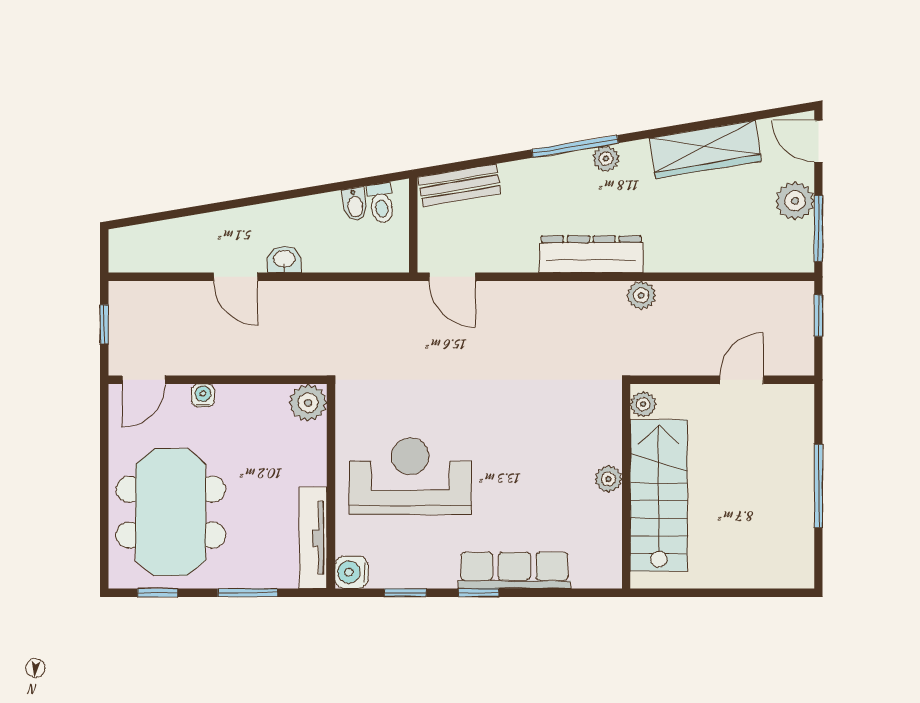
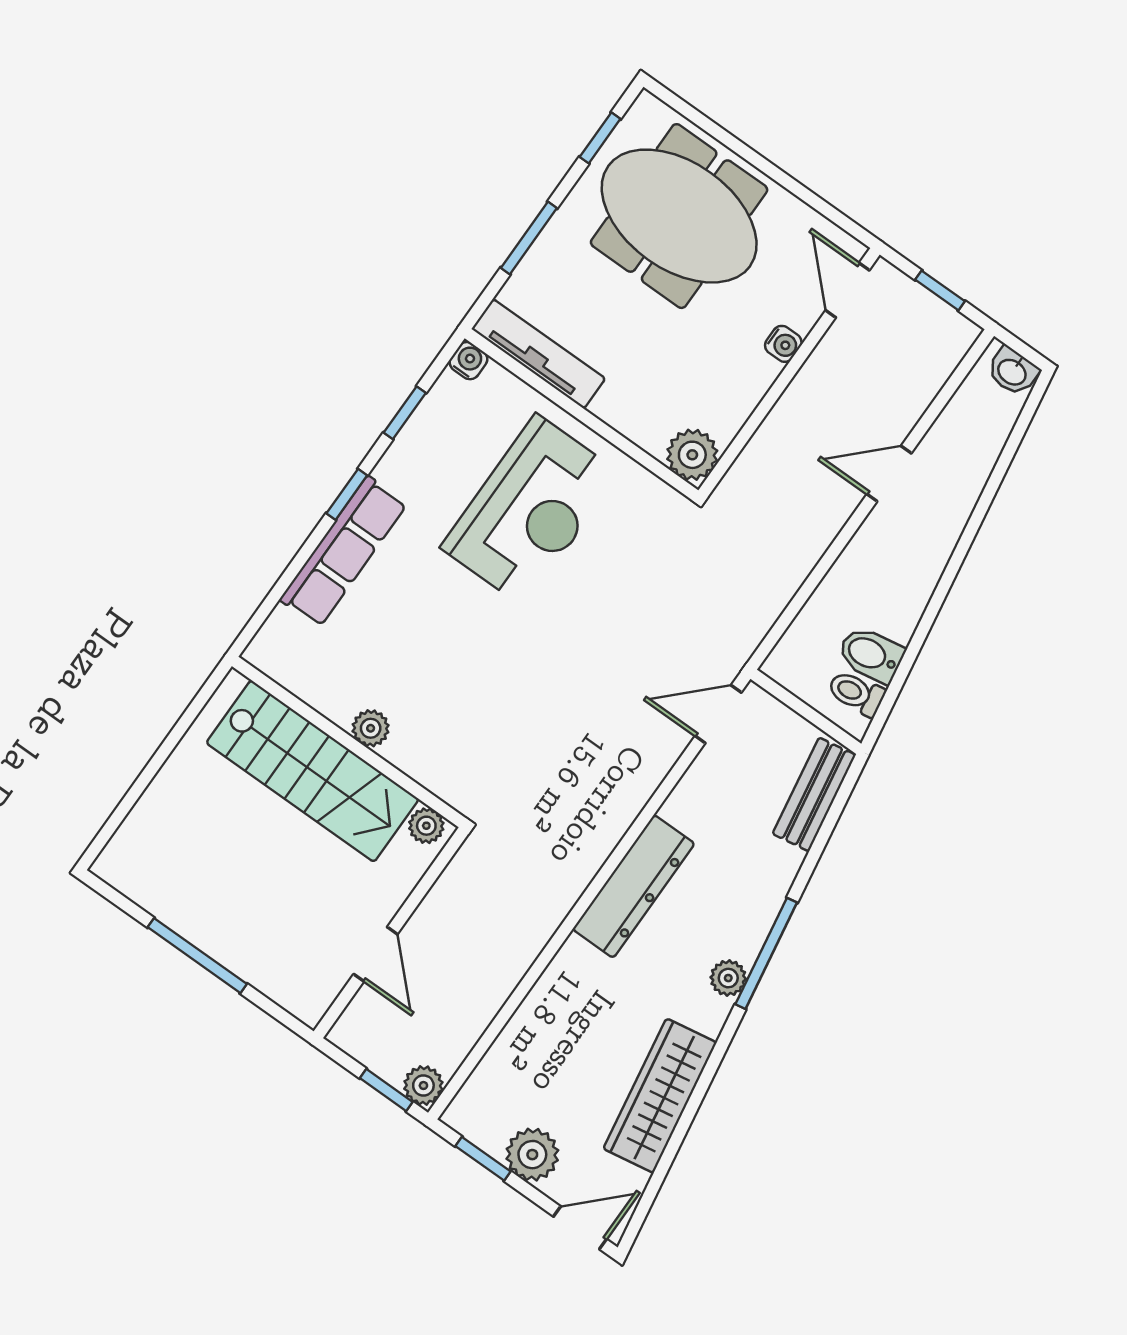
bidet: (355, 204) -> (871, 655), width x1.38, depth x1.36
window: (818, 228) -> (483, 1159), width x0.67
washbasin: (284, 259) -> (1013, 371), moved, turned 90
plant: (641, 295) -> (423, 1086), moved
water cooler: (351, 572) -> (468, 361), width x0.72, depth x0.72

